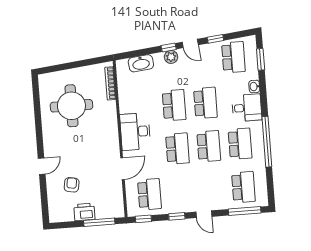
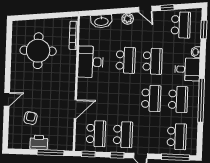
window: (169, 47) -> (127, 10), removed
desk: (135, 132) -> (91, 62), moved
school desk: (177, 149) -> (123, 135), moved

